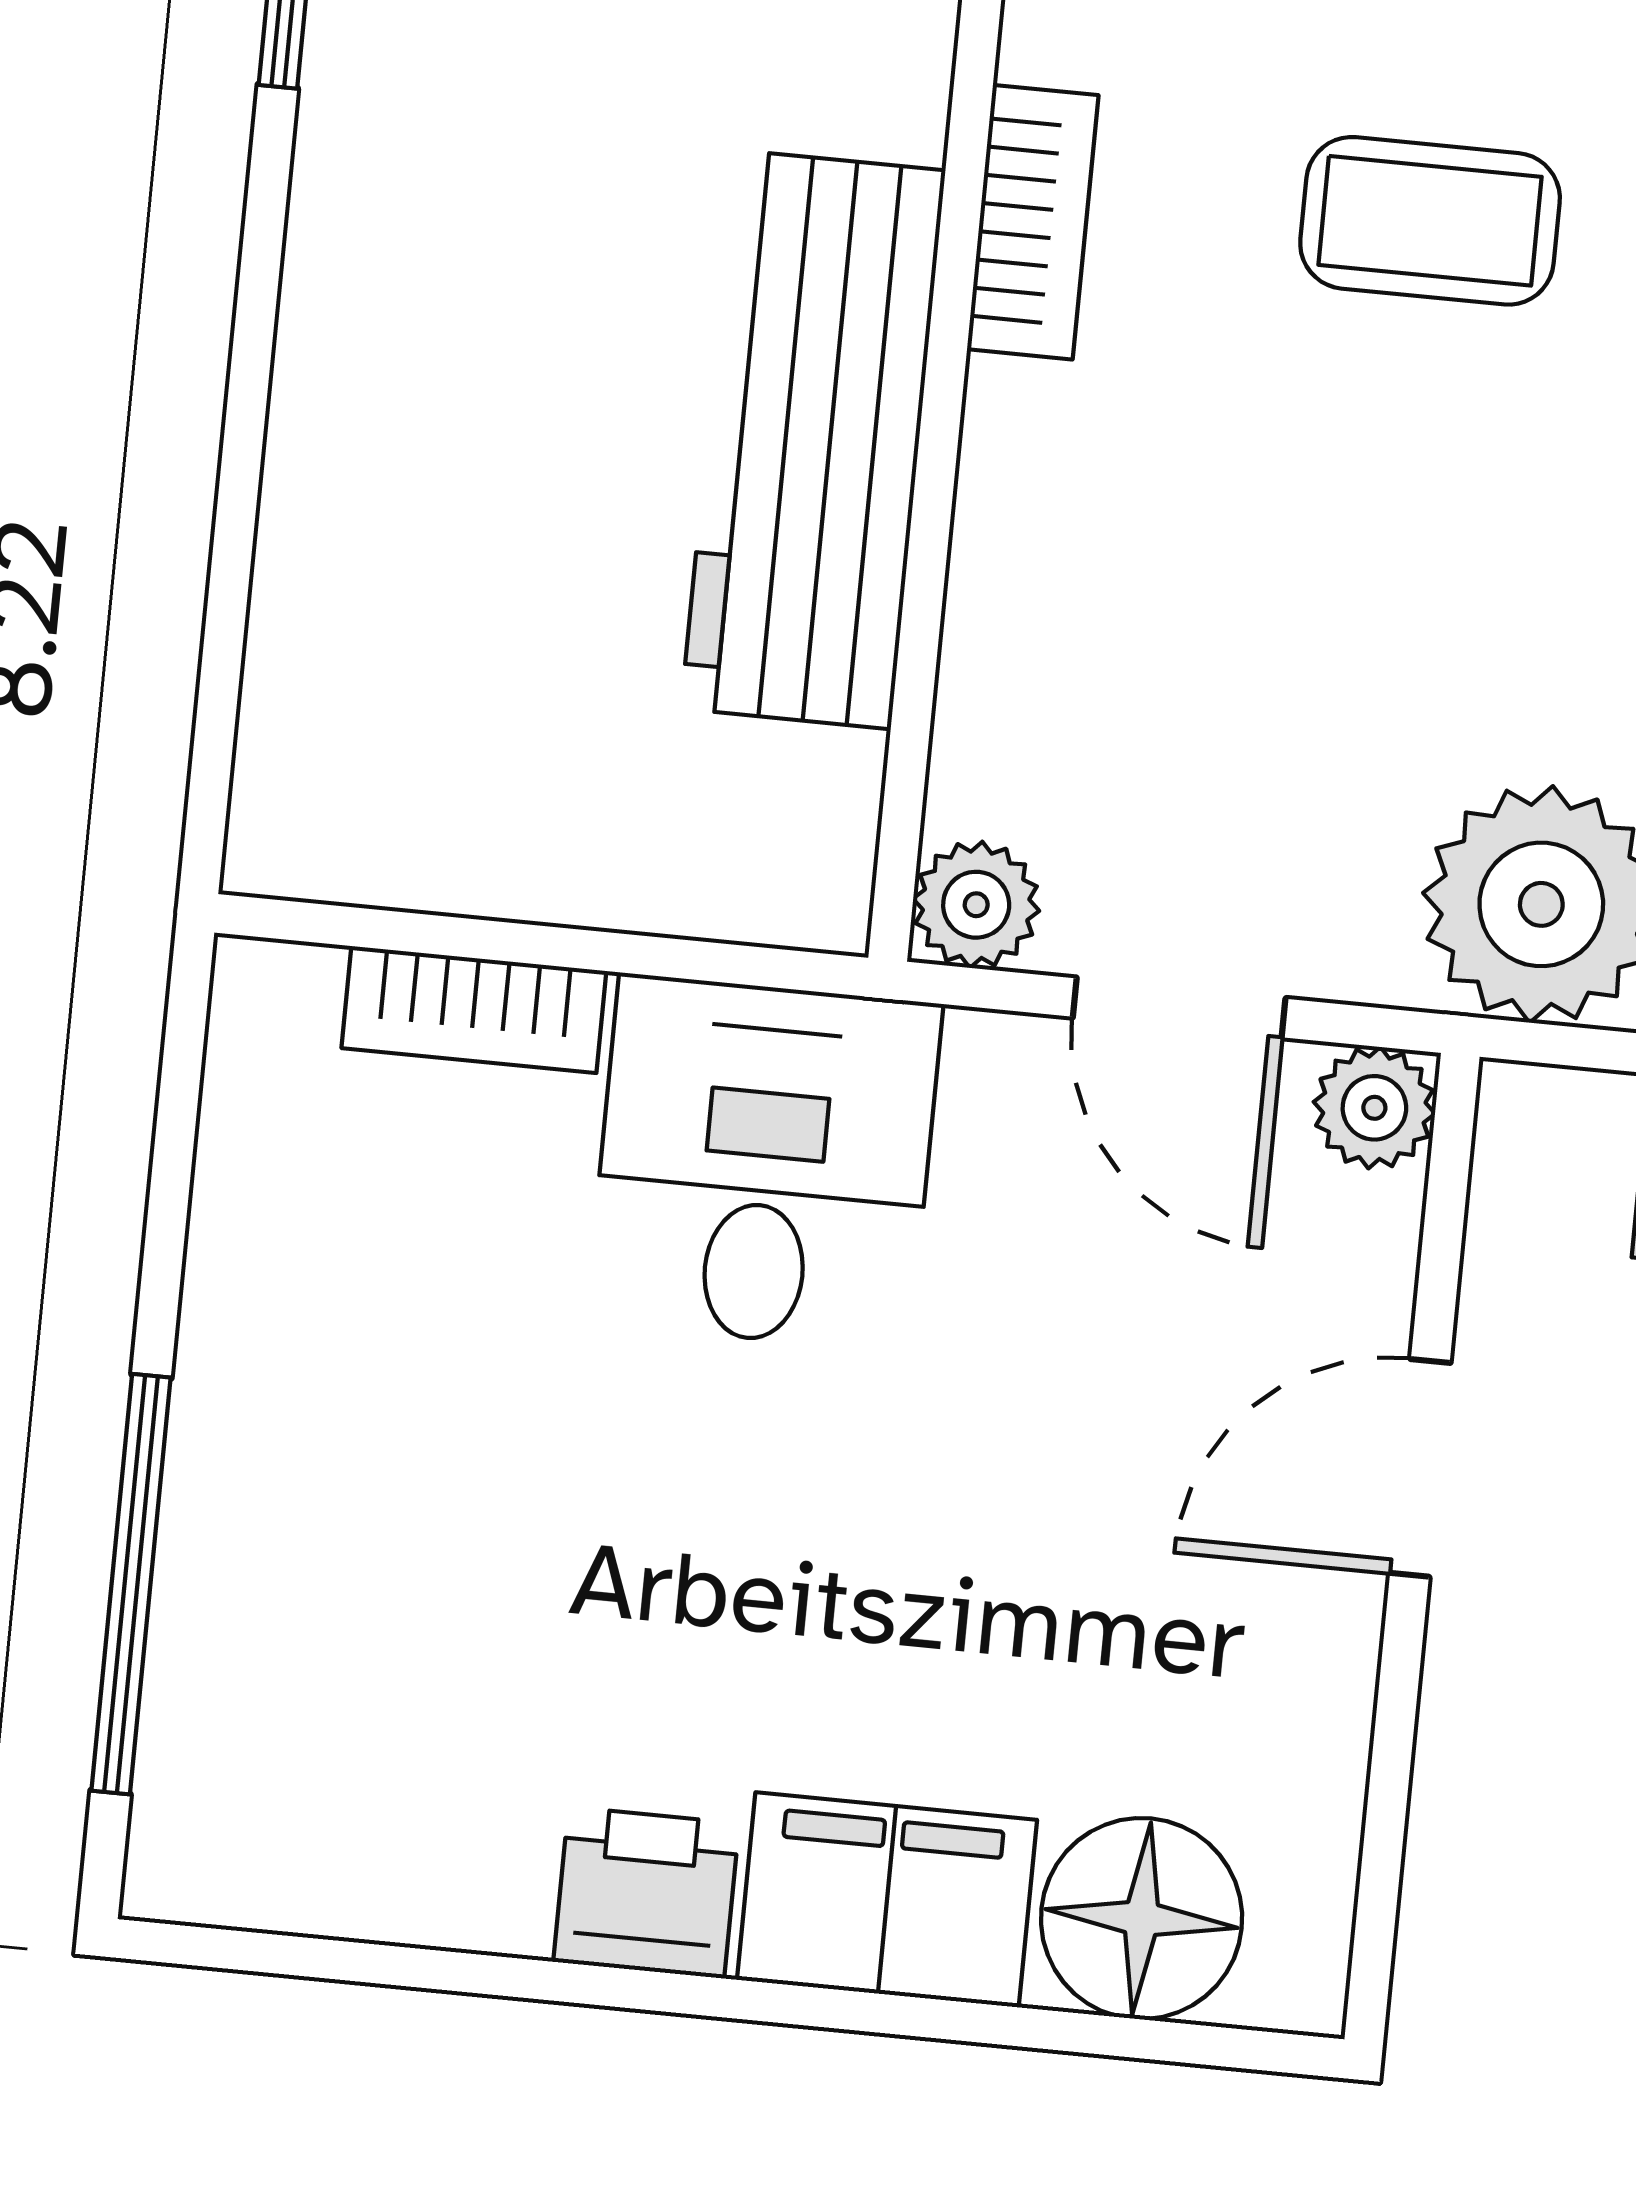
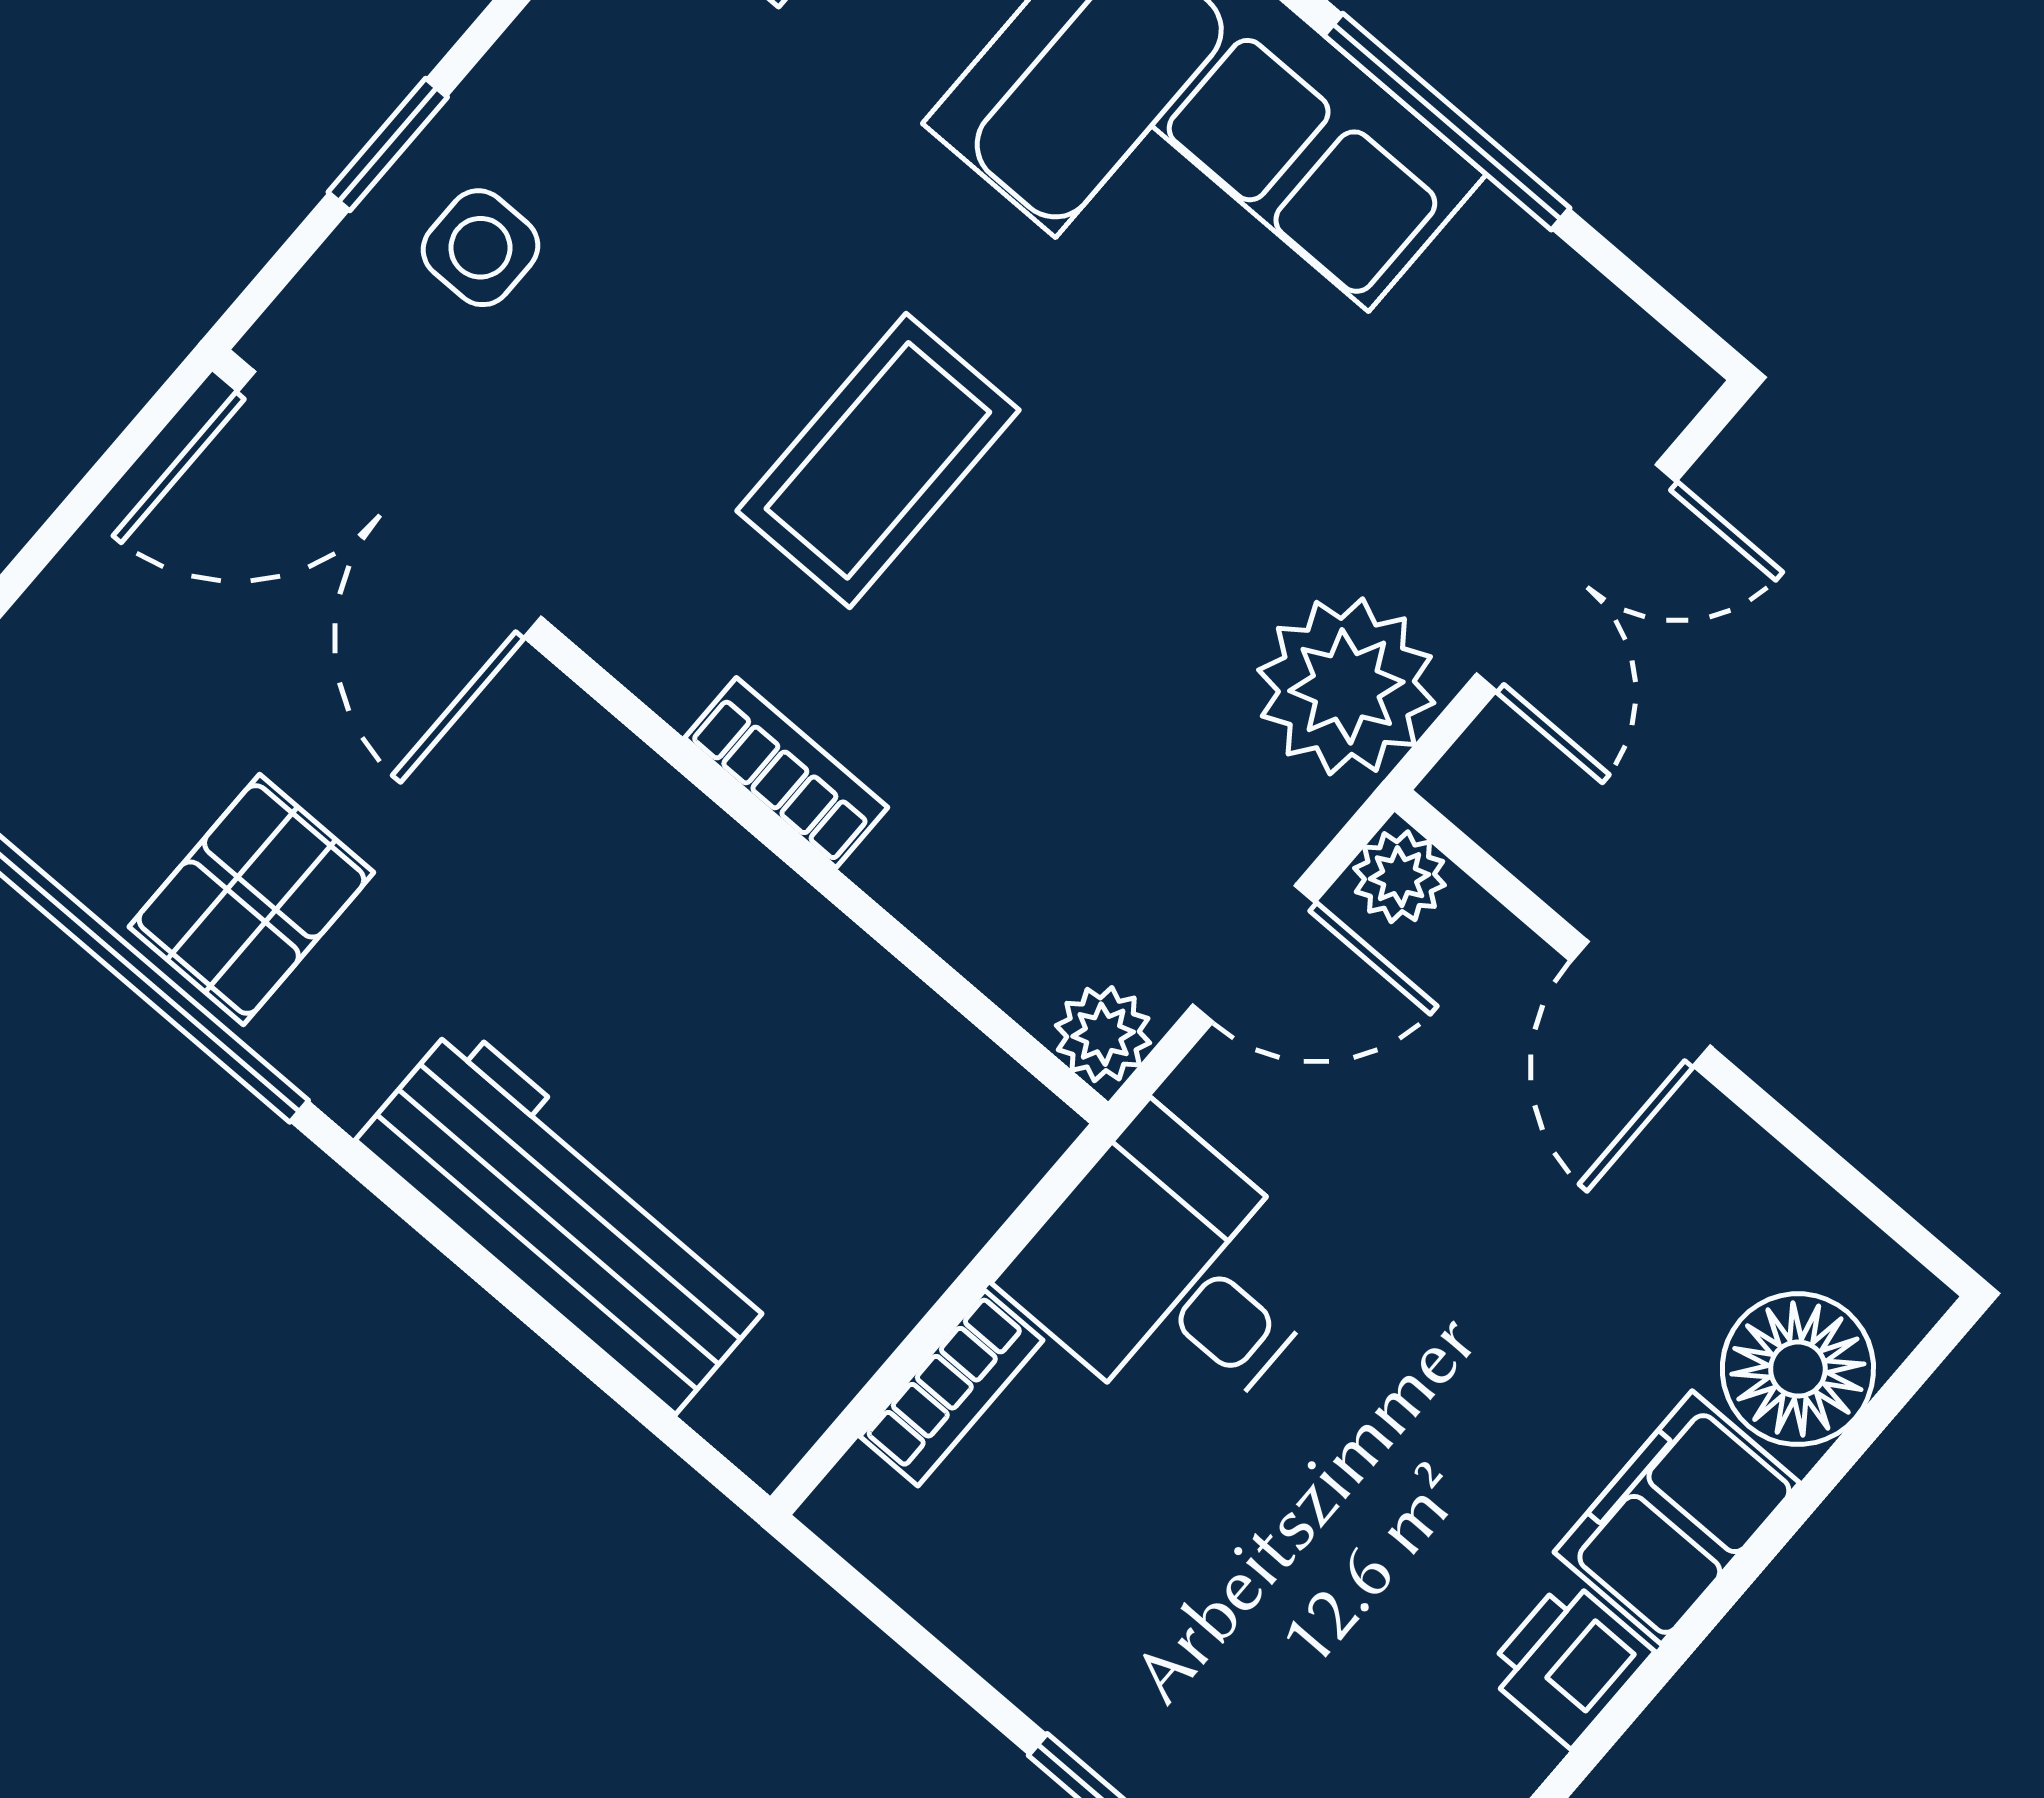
coffee table: (1430, 221) -> (878, 460), width x1.36, depth x1.30
bookcase: (1033, 222) -> (786, 773), moved
workbench: (813, 439) -> (567, 1217), moved, turned 180

